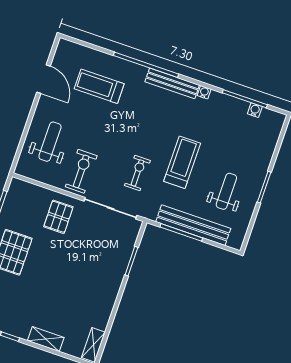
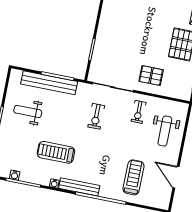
treadmill: (99, 86) -> (134, 177), turned -90
treadmill: (182, 162) -> (56, 152), moved, turned 90
exercise bike: (81, 171) -> (139, 112), width x0.73, depth x0.72
weight bench: (226, 191) -> (28, 111), turned 90
pallet: (58, 217) -> (151, 76), turned 90

